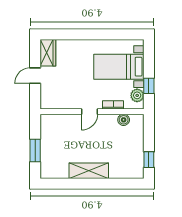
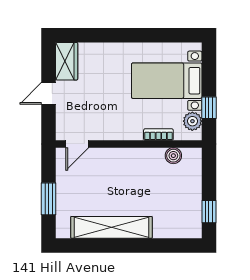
door: (90, 112) -> (77, 144), moved
shelving: (89, 171) -> (111, 227), width x1.47

